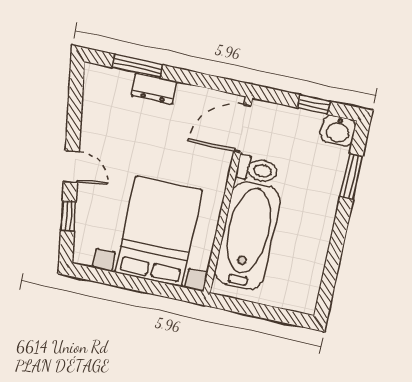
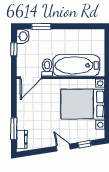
dresser: (154, 89) -> (22, 139), moved
door: (242, 128) -> (31, 78), hinge flipped
door: (71, 167) -> (63, 148), hinge flipped

